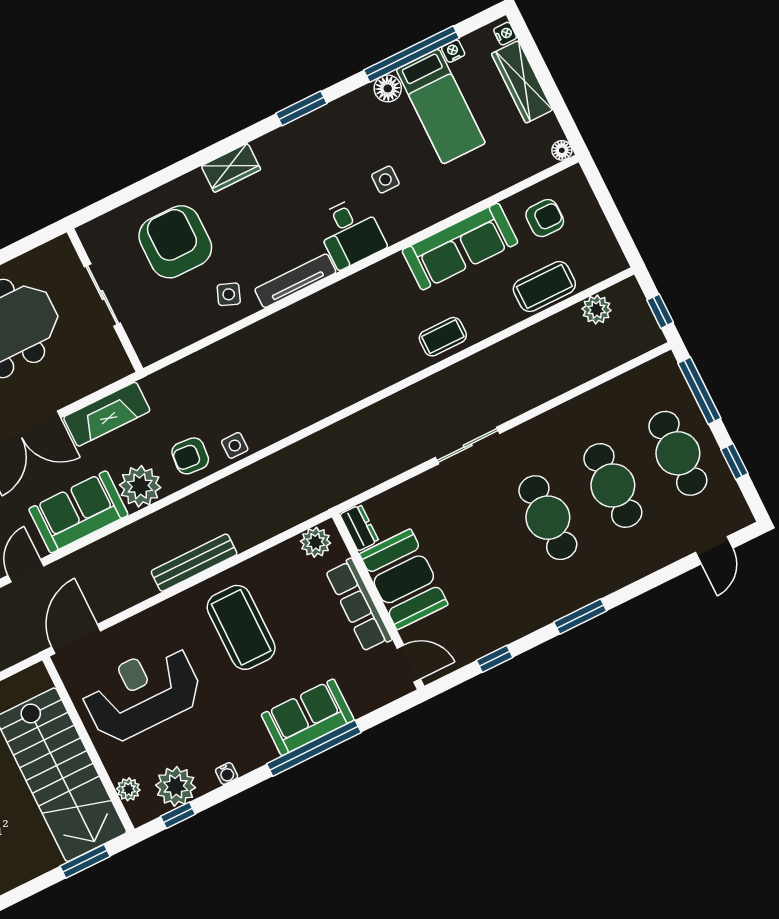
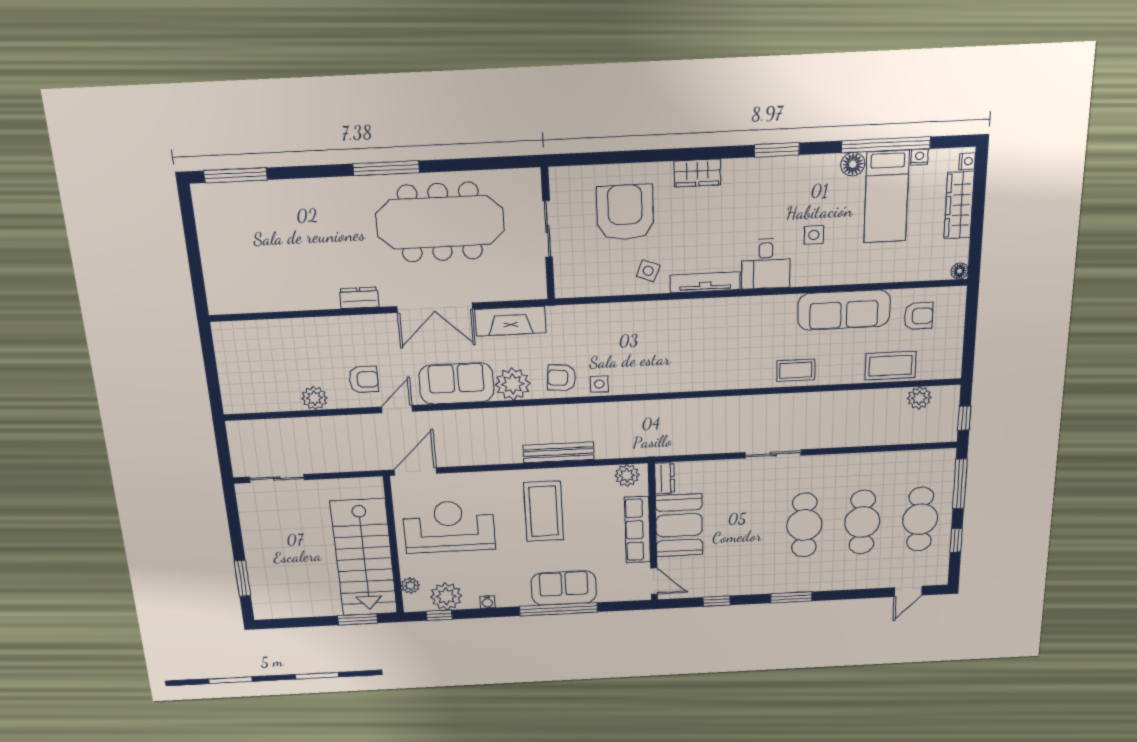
bench: (194, 563) -> (559, 452), moved

